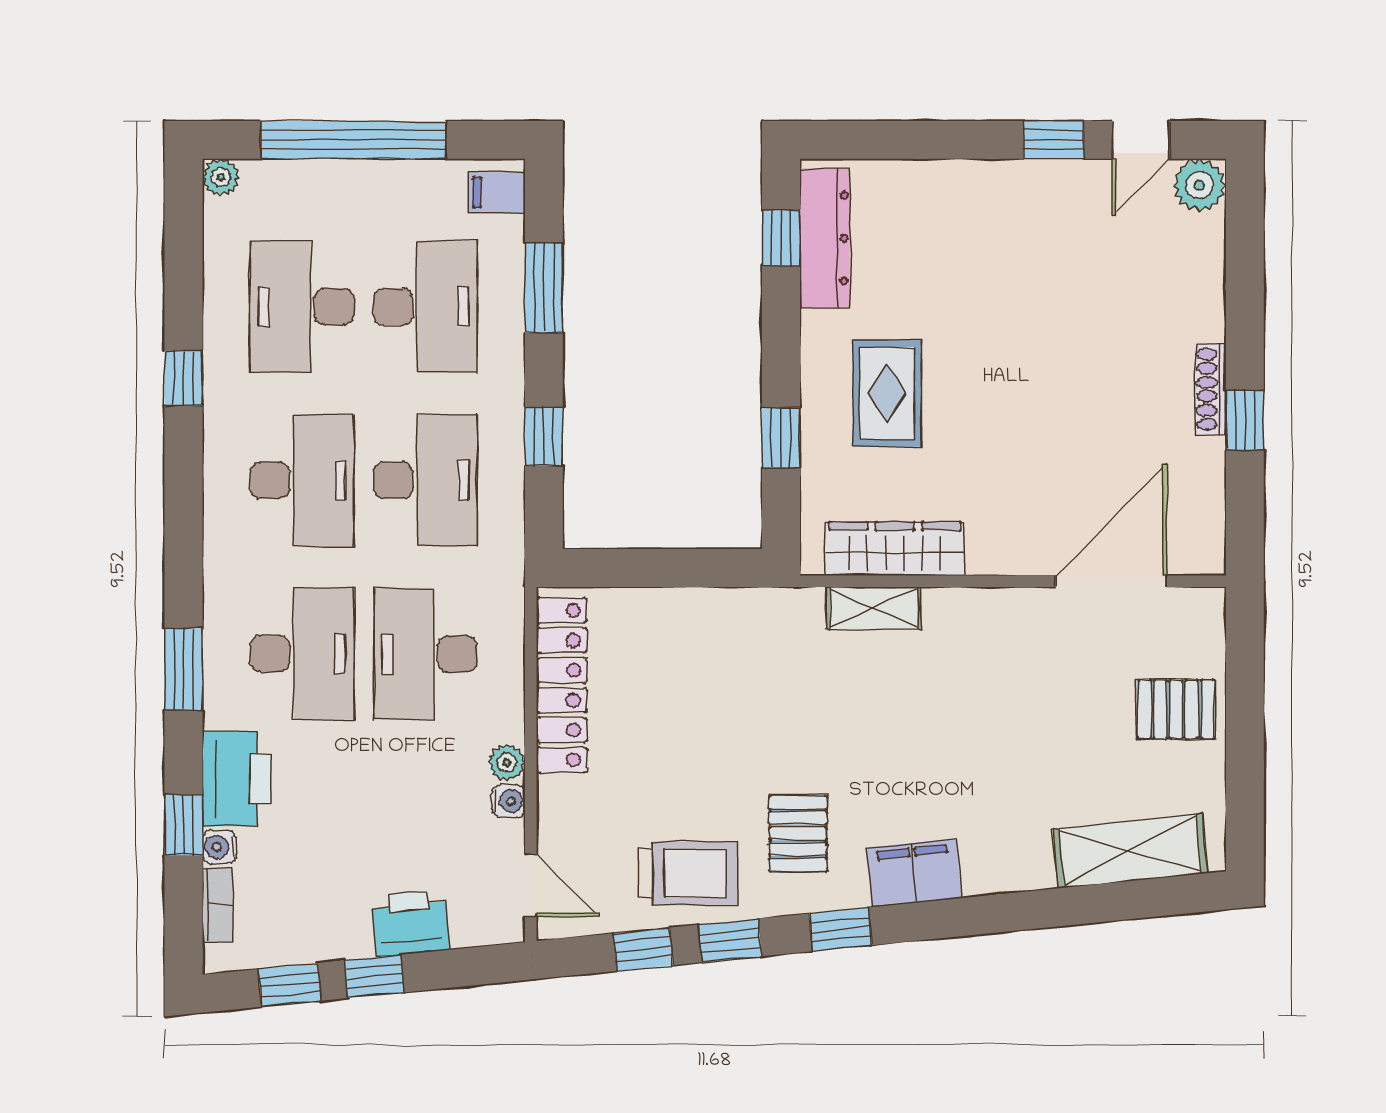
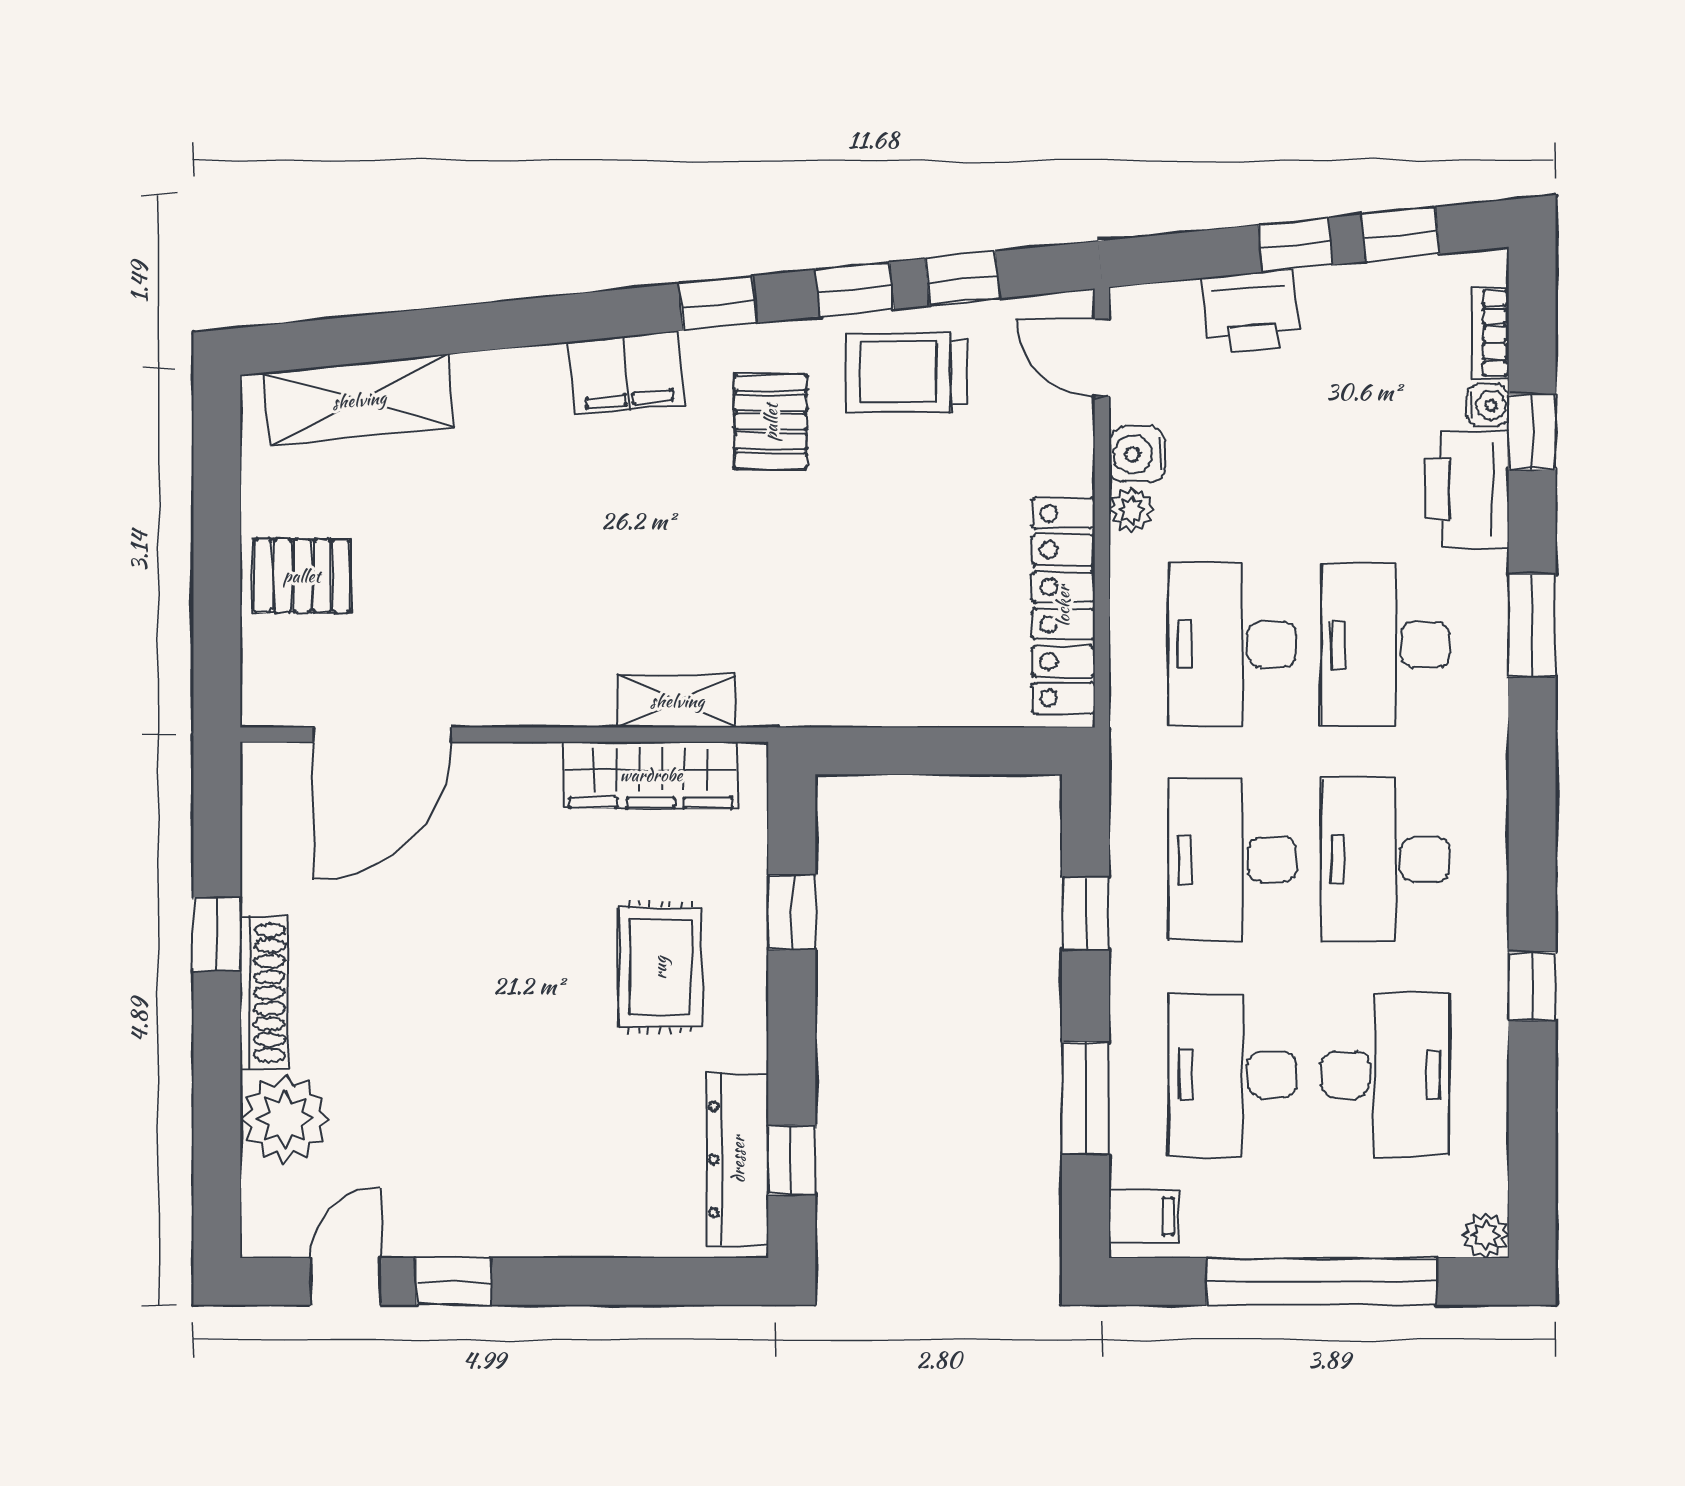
plant: (1200, 185) -> (285, 1119), moved, width x1.36, depth x1.36
shoe rack: (1211, 389) -> (264, 993), width x1.36, depth x1.24
desk: (425, 654) -> (1232, 644), turned 180
water cooler: (509, 801) -> (1137, 454), width x1.38, depth x1.38

